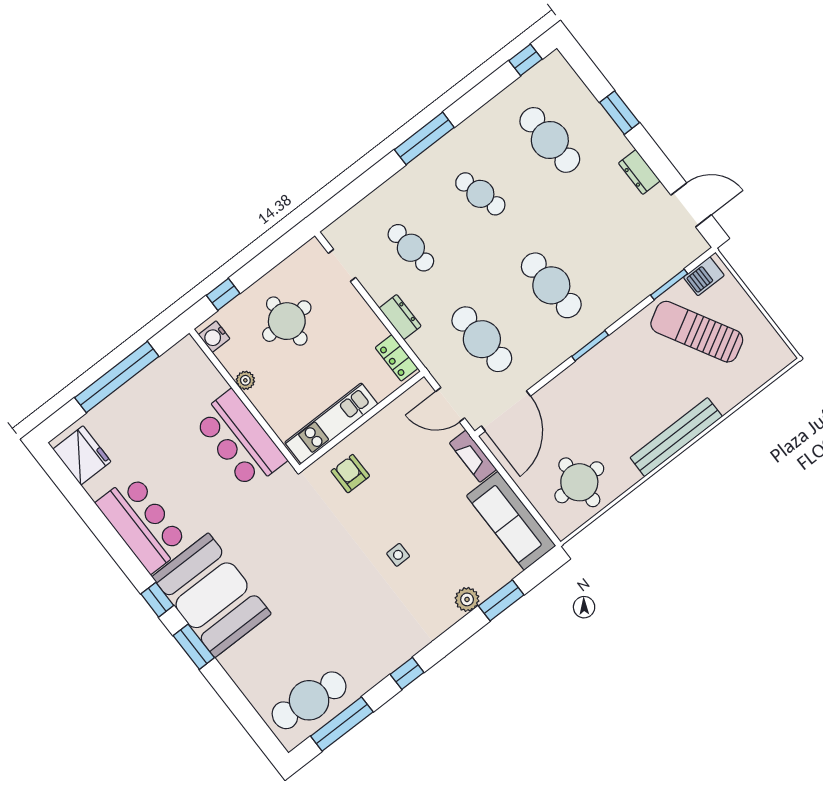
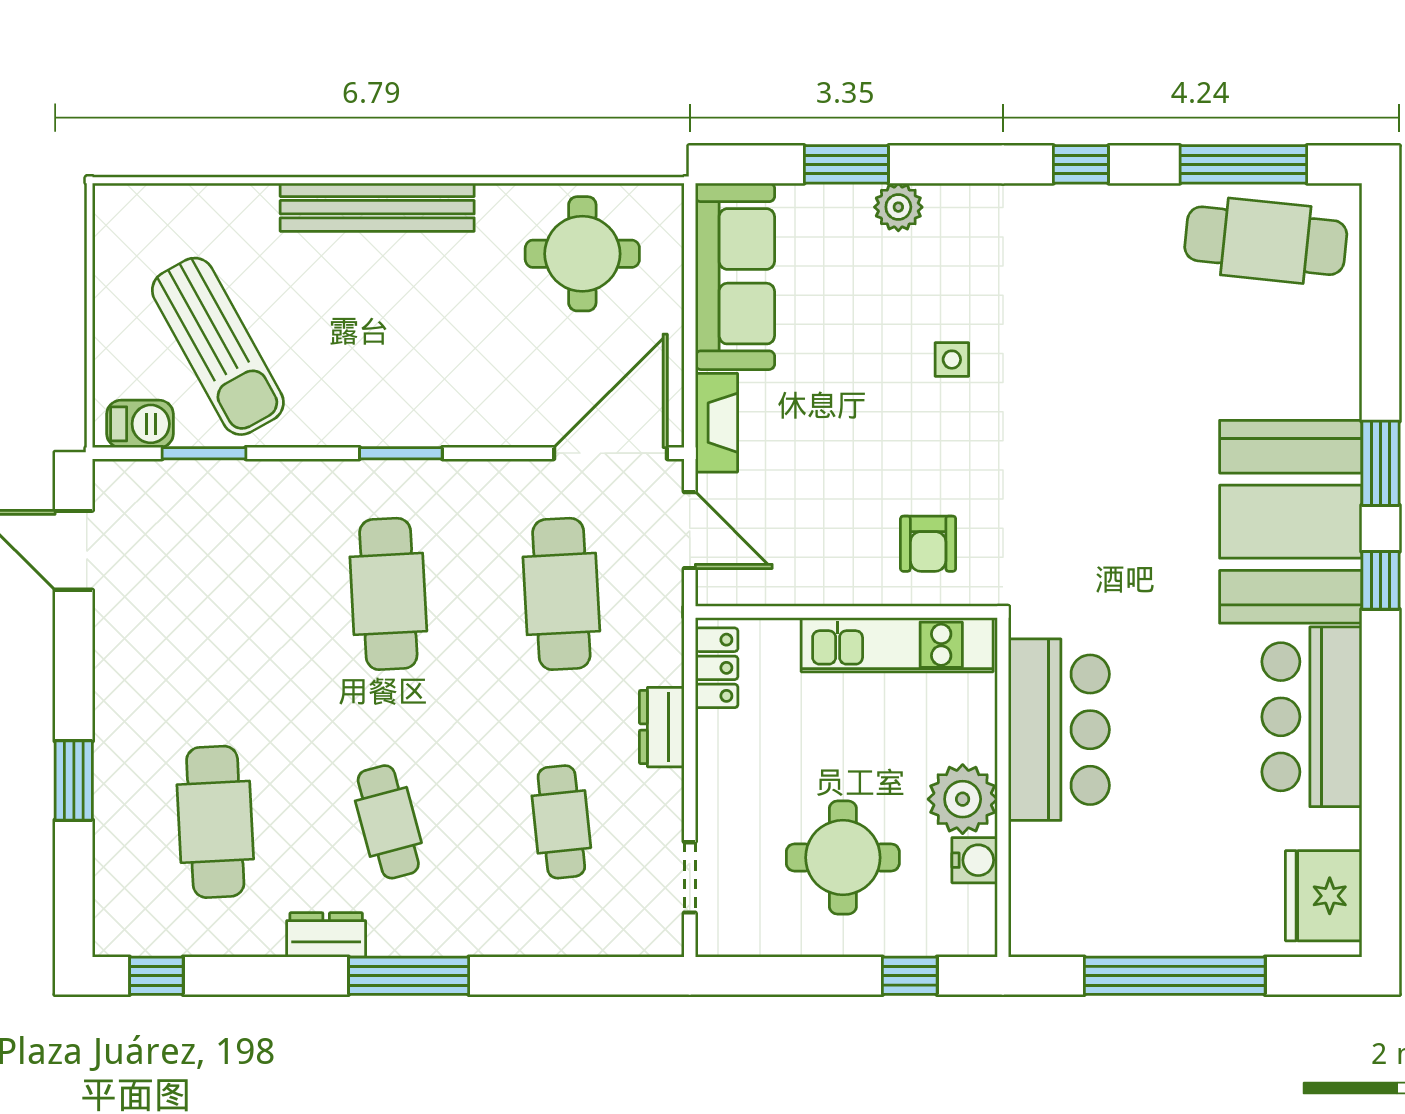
dresser: (639, 172) -> (326, 935), moved, turned -90
water cooler: (214, 337) -> (975, 860), moved
plant: (245, 380) -> (963, 799), width x1.87, depth x1.87

